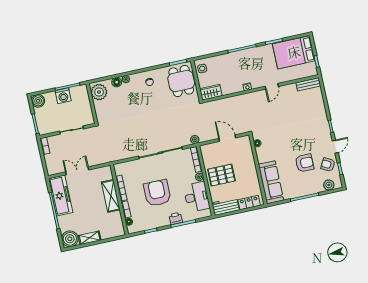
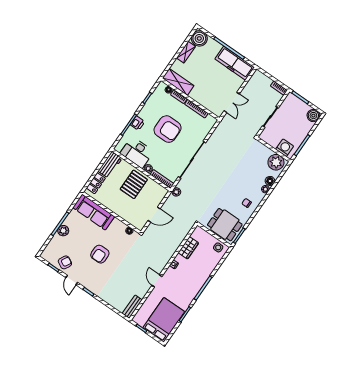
wardrobe: (211, 92) -> (188, 248), moved
washing machine: (63, 96) -> (285, 148), moved, turned 90
armchair: (304, 163) -> (100, 254), moved
double door: (77, 171) -> (232, 102), moved
plant: (329, 185) -> (63, 231), moved
shelving: (111, 196) -> (178, 82), moved

